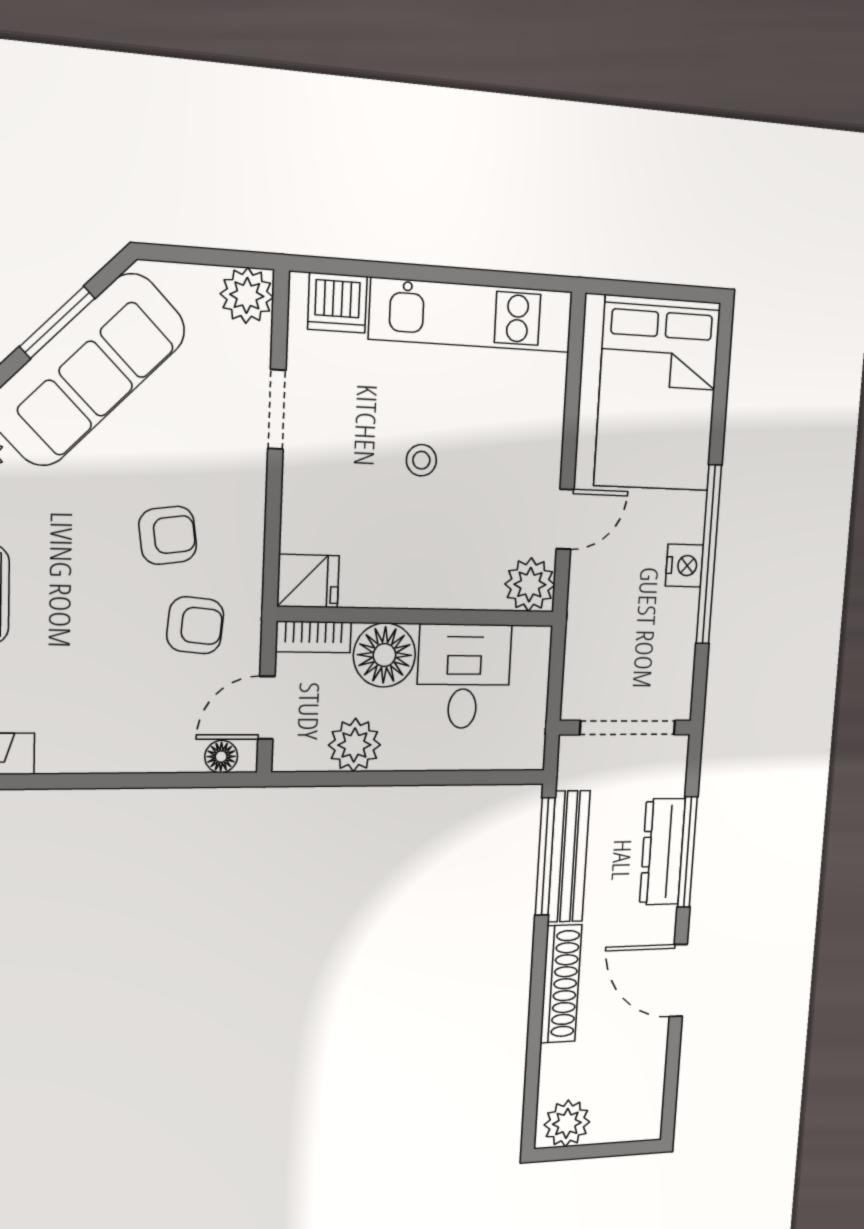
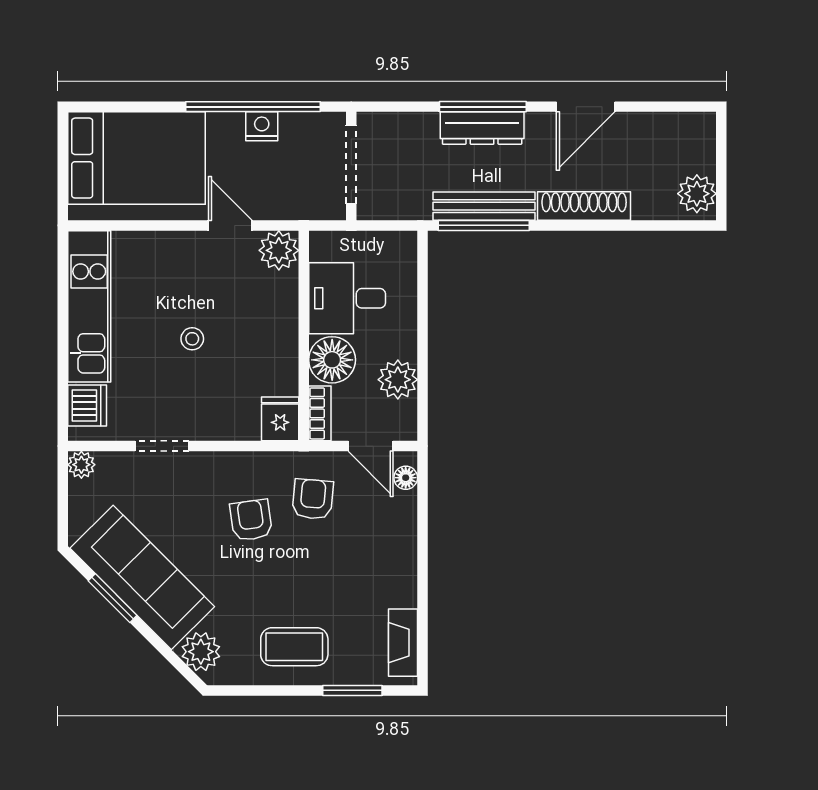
plant: (247, 295) -> (81, 465), width x0.73, depth x0.73
wall: (625, 728) -> (351, 166), moved
doorway: (628, 728) -> (351, 164), moved

